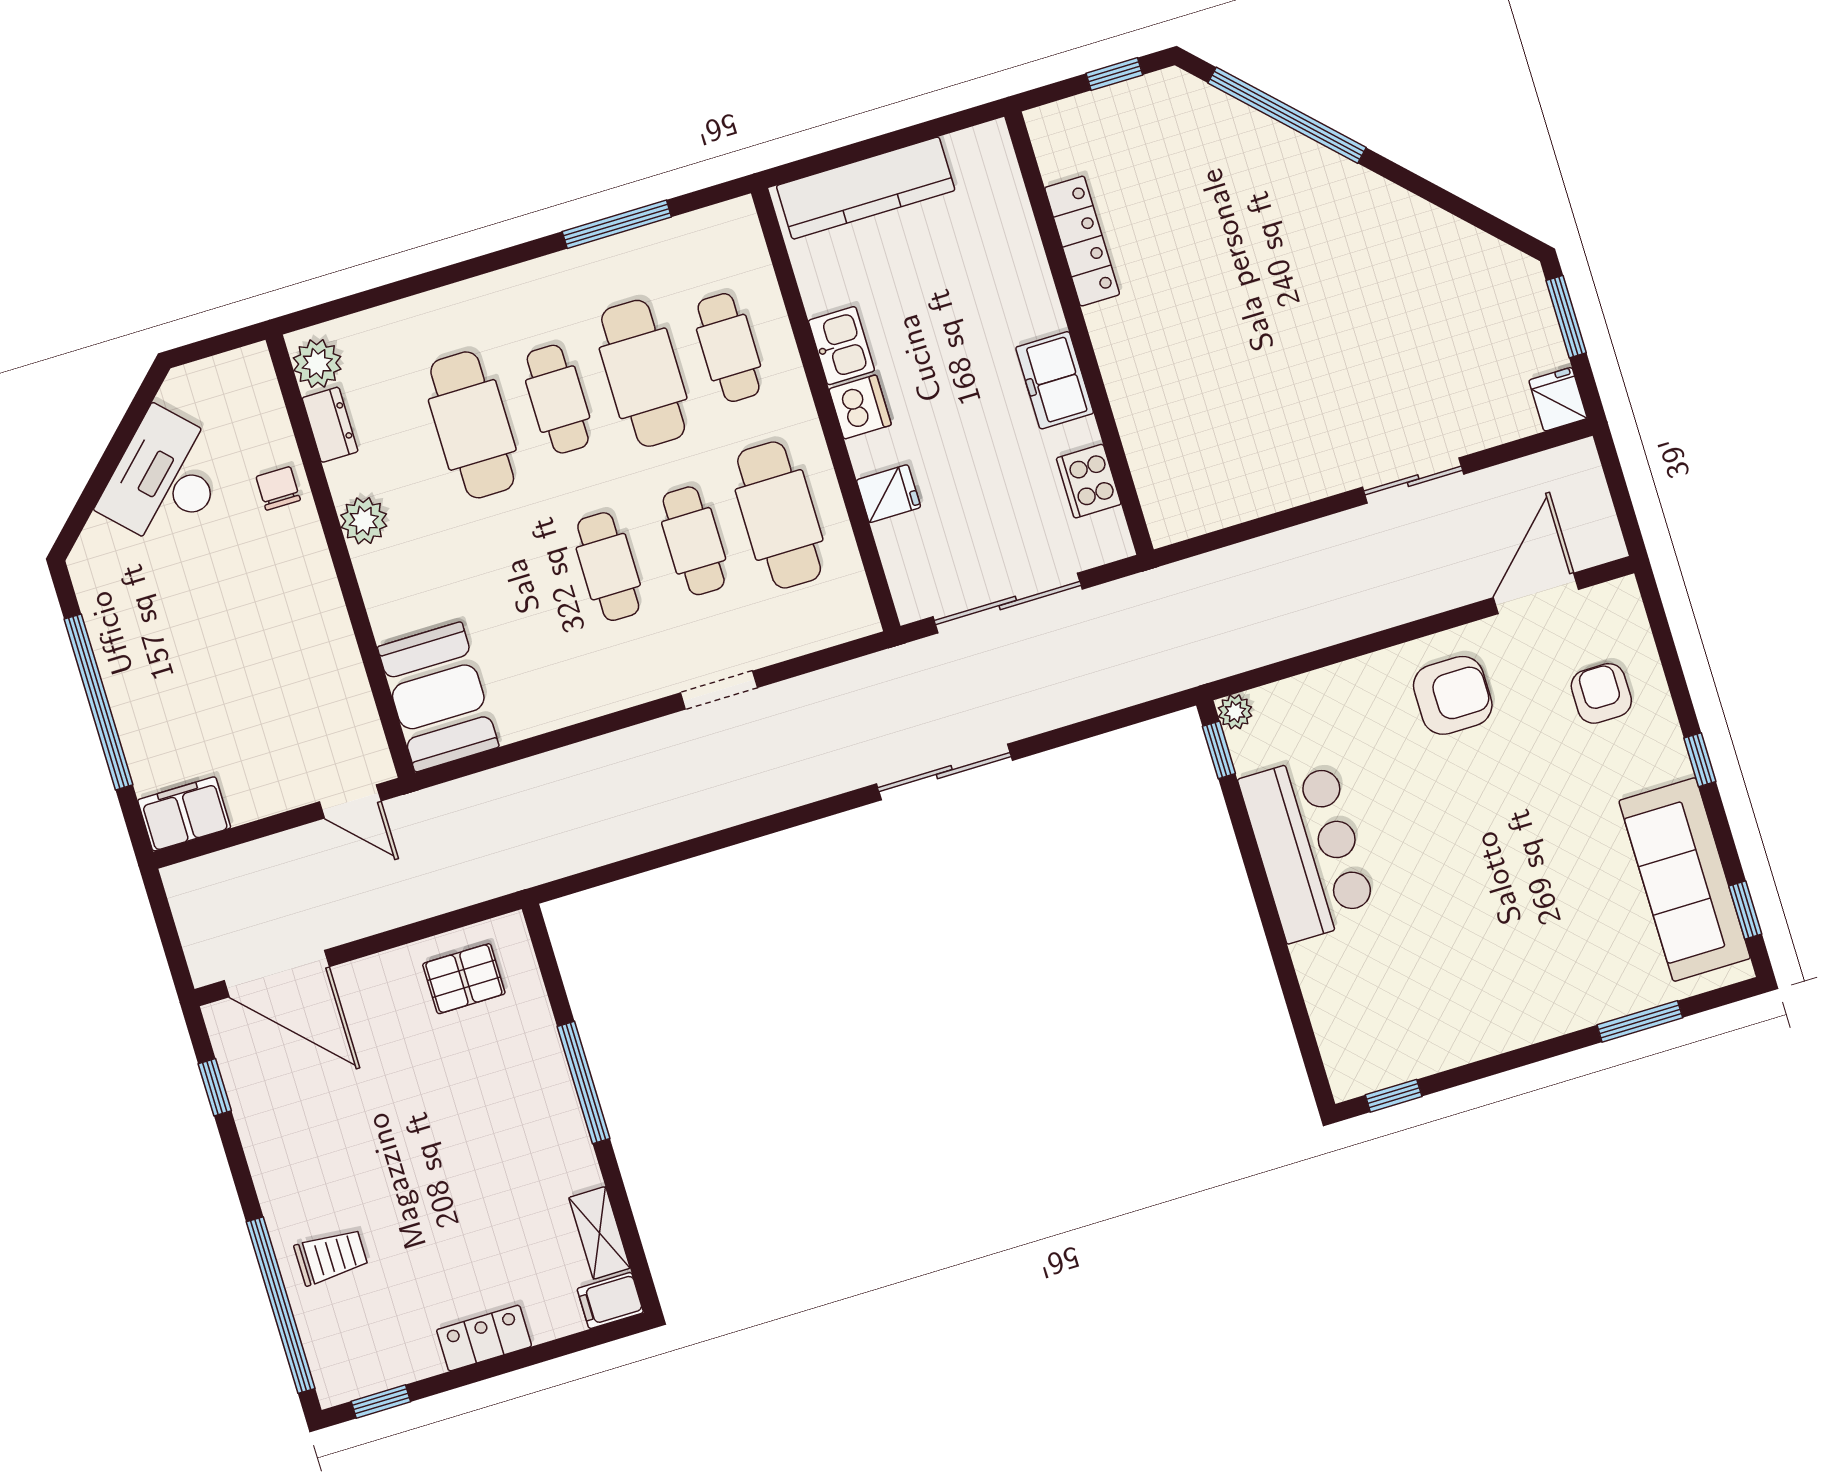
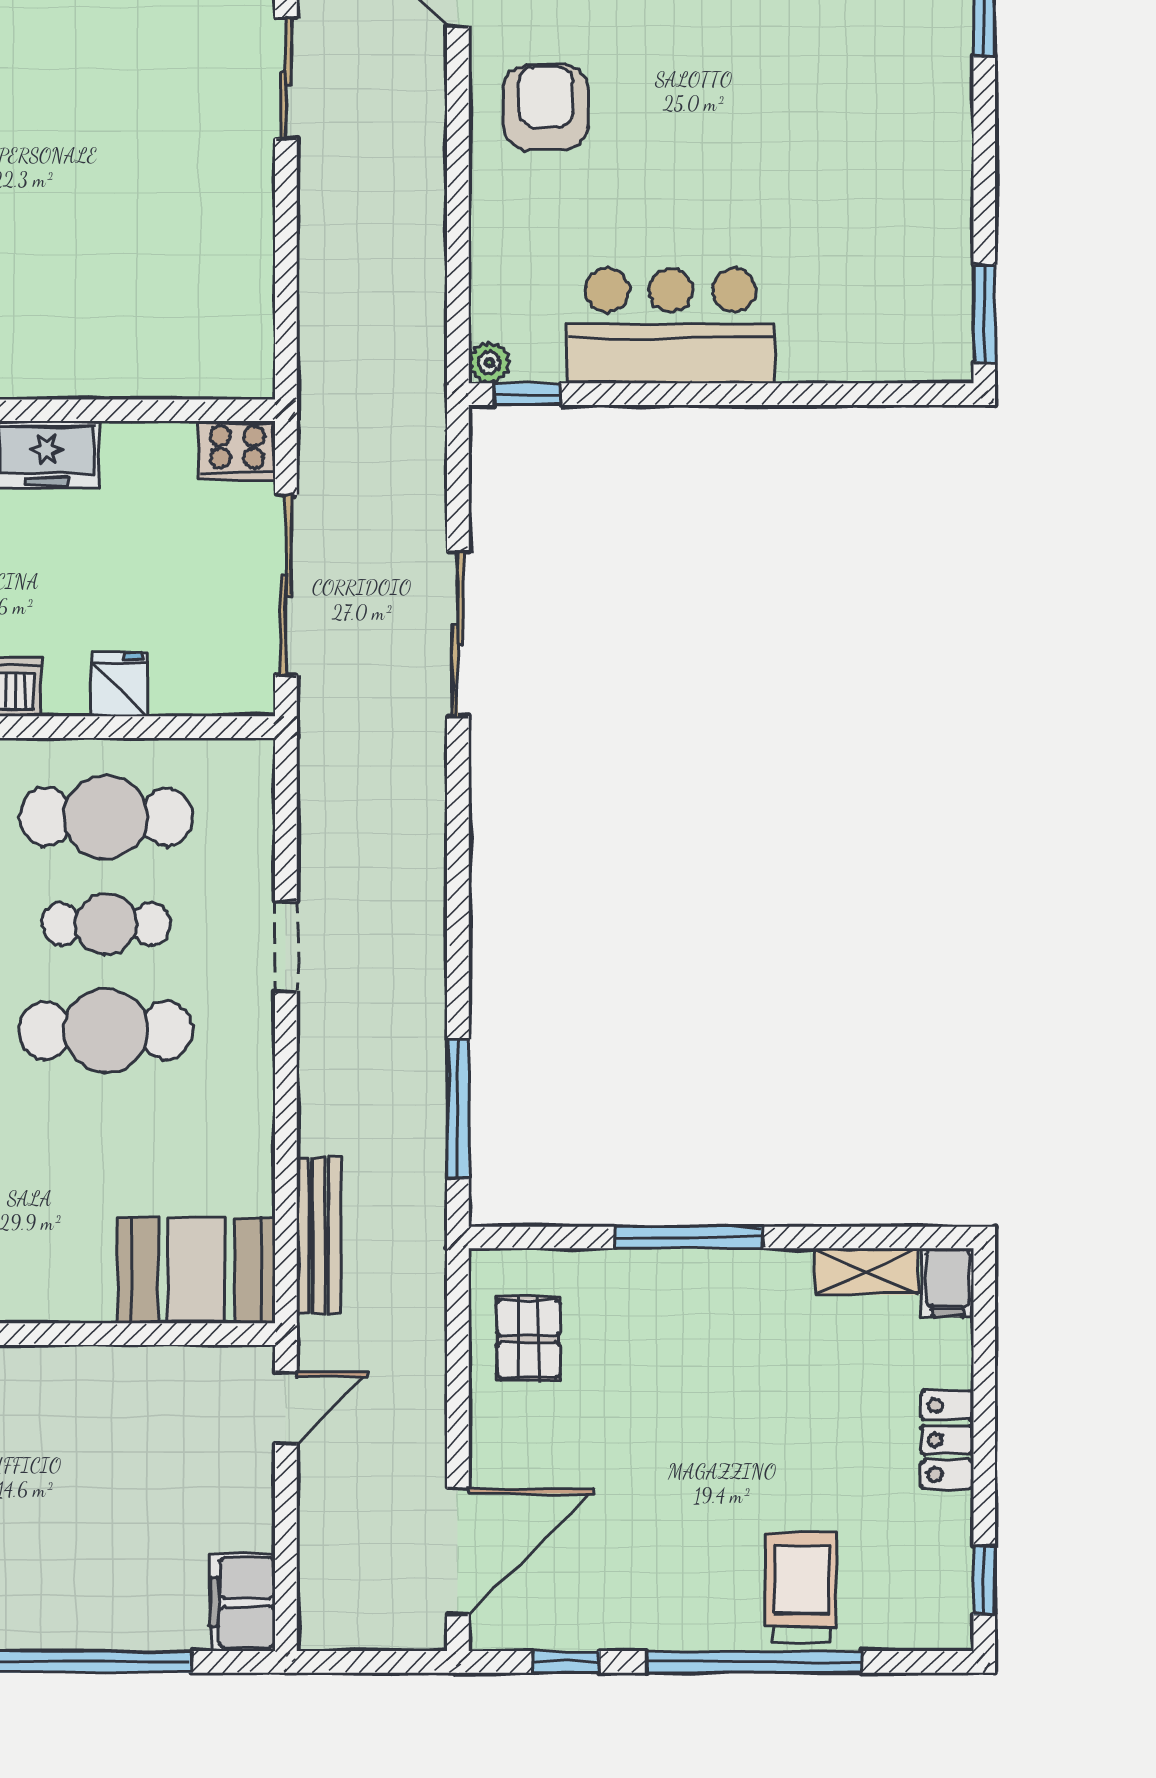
cooker: (1089, 481) -> (237, 450), moved
cafe table: (608, 567) -> (106, 1031), width x1.37, depth x1.35
sliding door: (944, 772) -> (458, 634), moved
bench: (496, 786) -> (318, 1235), added
window: (631, 867) -> (458, 1109), added
window: (1394, 1096) -> (984, 314), width x1.50
trolley: (331, 1257) -> (801, 1587), width x1.36, depth x1.39
window: (281, 1305) -> (754, 1662), moved

